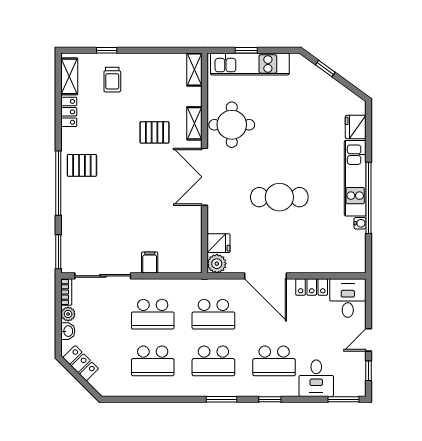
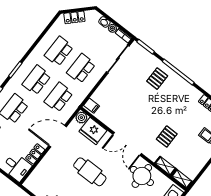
shelving: (194, 123) -> (165, 166), moved
pallet: (82, 165) -> (157, 79), moved
double door: (205, 177) -> (127, 144), swing flipped
cafe table: (279, 197) -> (90, 172), turned 90
fridge: (219, 243) -> (93, 131), width x1.88, depth x1.34
filing cabinet: (150, 262) -> (92, 106), moved
locker: (81, 363) -> (74, 17), moved

